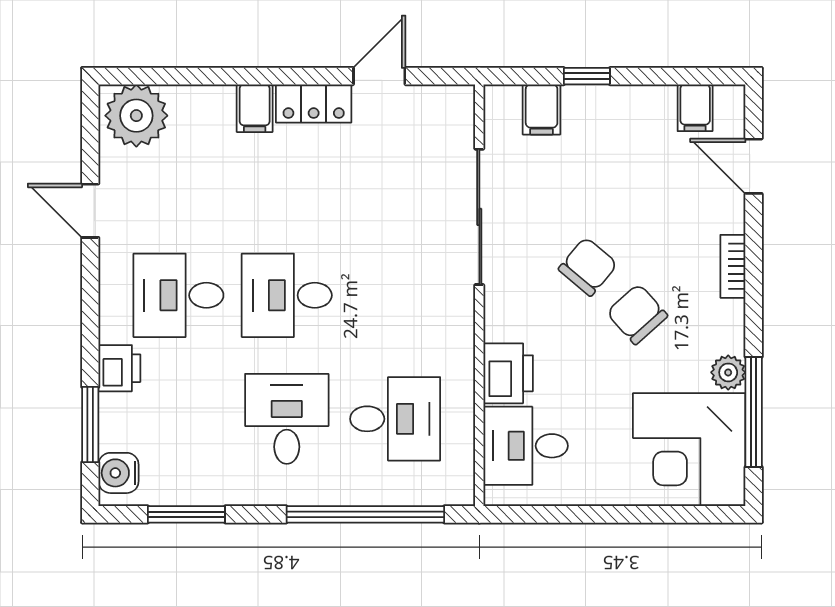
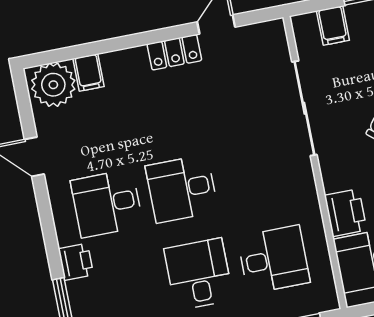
filing cabinet: (255, 108) -> (89, 73), moved

